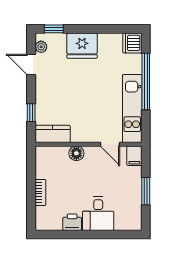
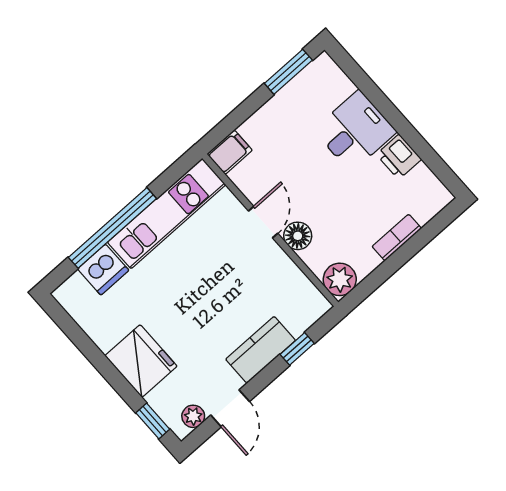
dishwasher: (132, 43) -> (103, 270), moved
kitchen counter: (53, 134) -> (261, 350), moved, turned 90
door: (110, 144) -> (263, 222), moved
plant: (44, 155) -> (340, 279), added
window: (146, 191) -> (288, 72), moved

